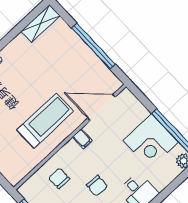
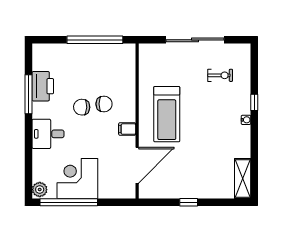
window: (93, 46) -> (189, 202), width x0.32
chair: (59, 178) -> (104, 104), moved

